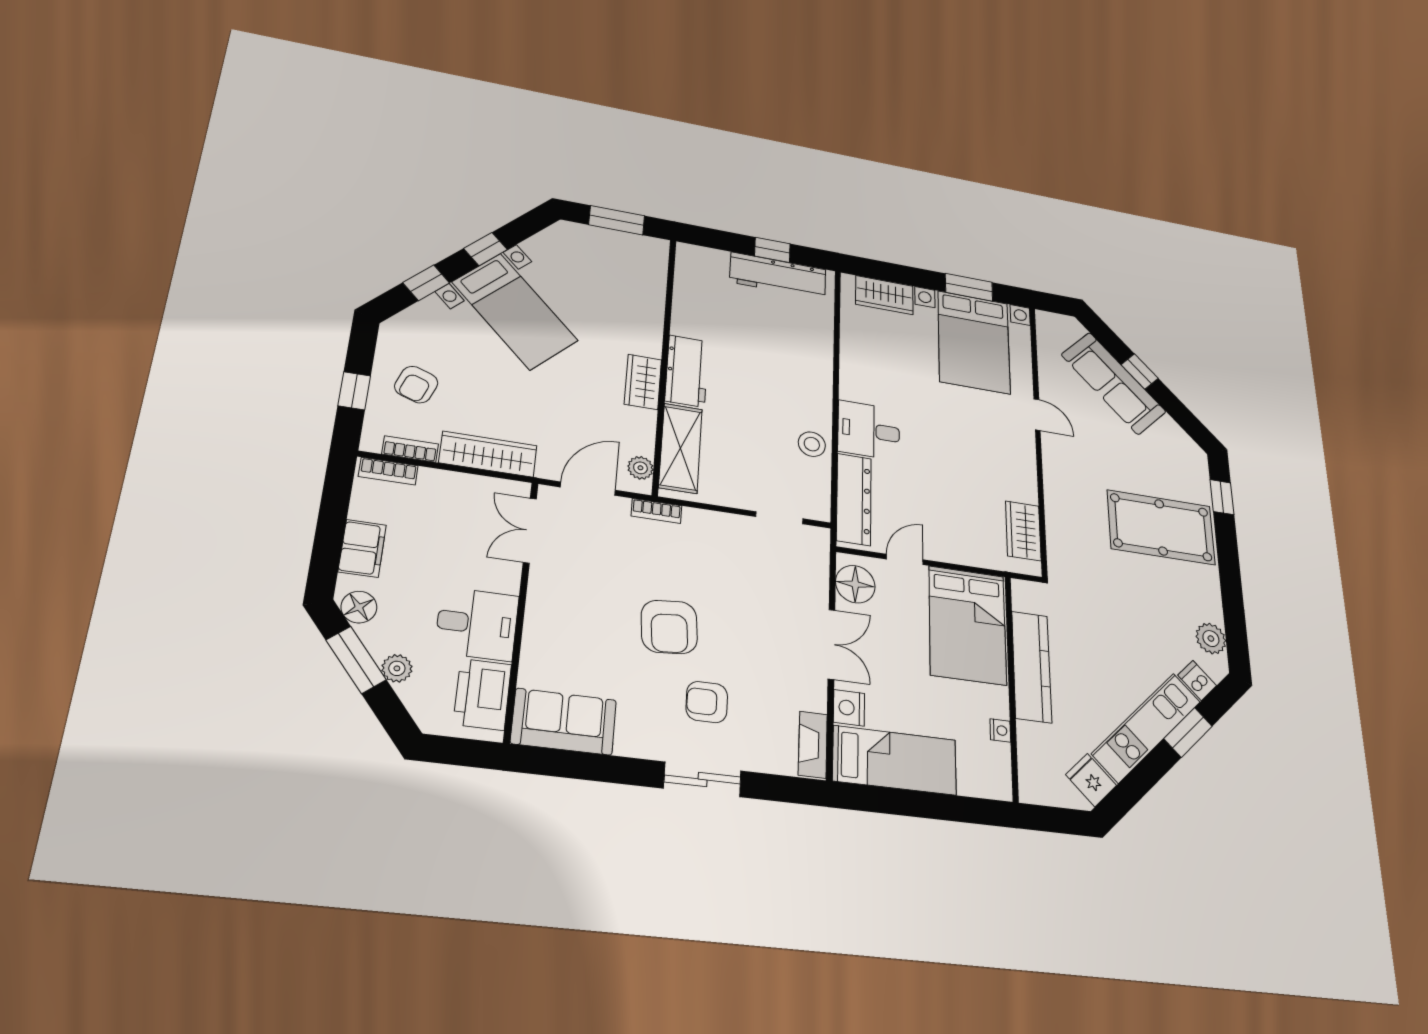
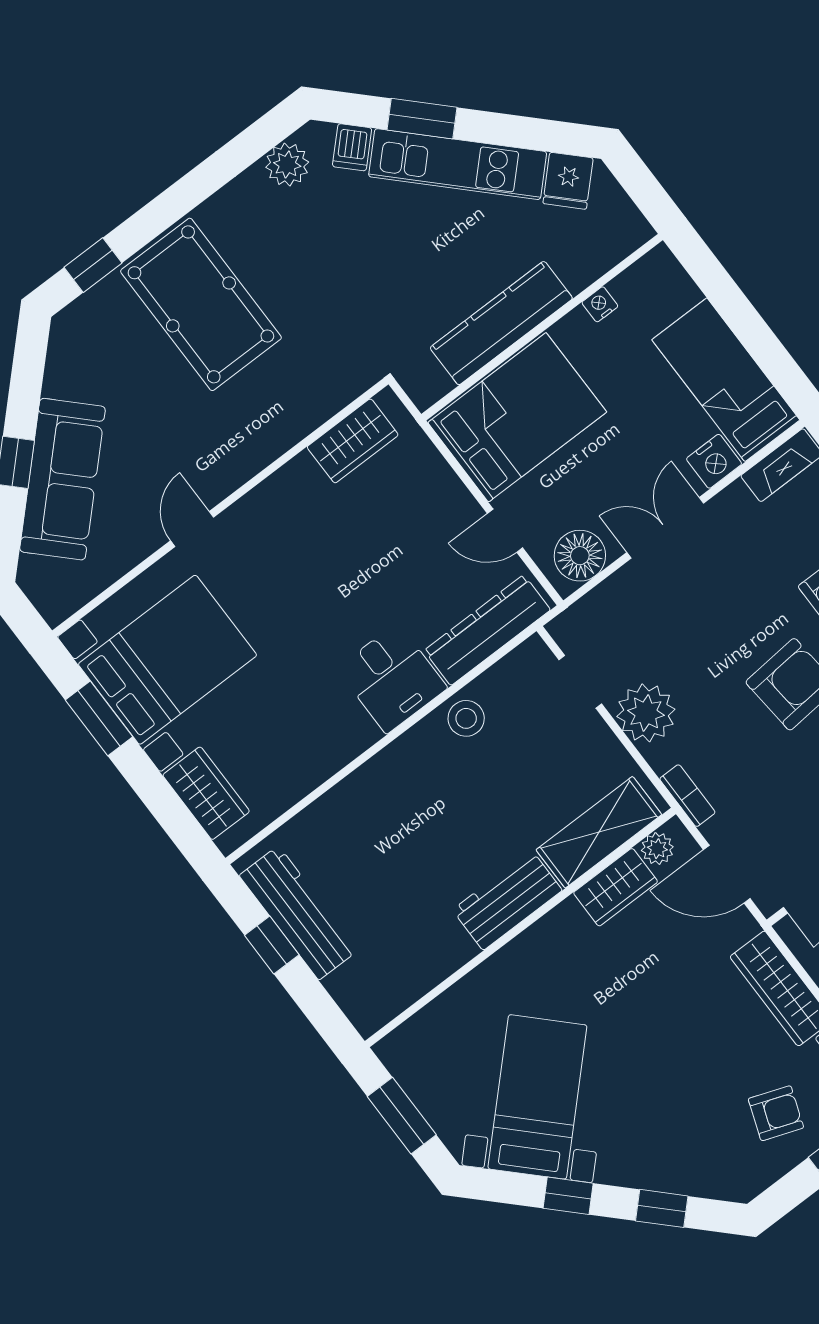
bed with nightstands: (515, 311) -> (537, 1097), moved
wardrobe: (643, 382) -> (616, 887), moved
plant: (728, 534) -> (646, 713), added

